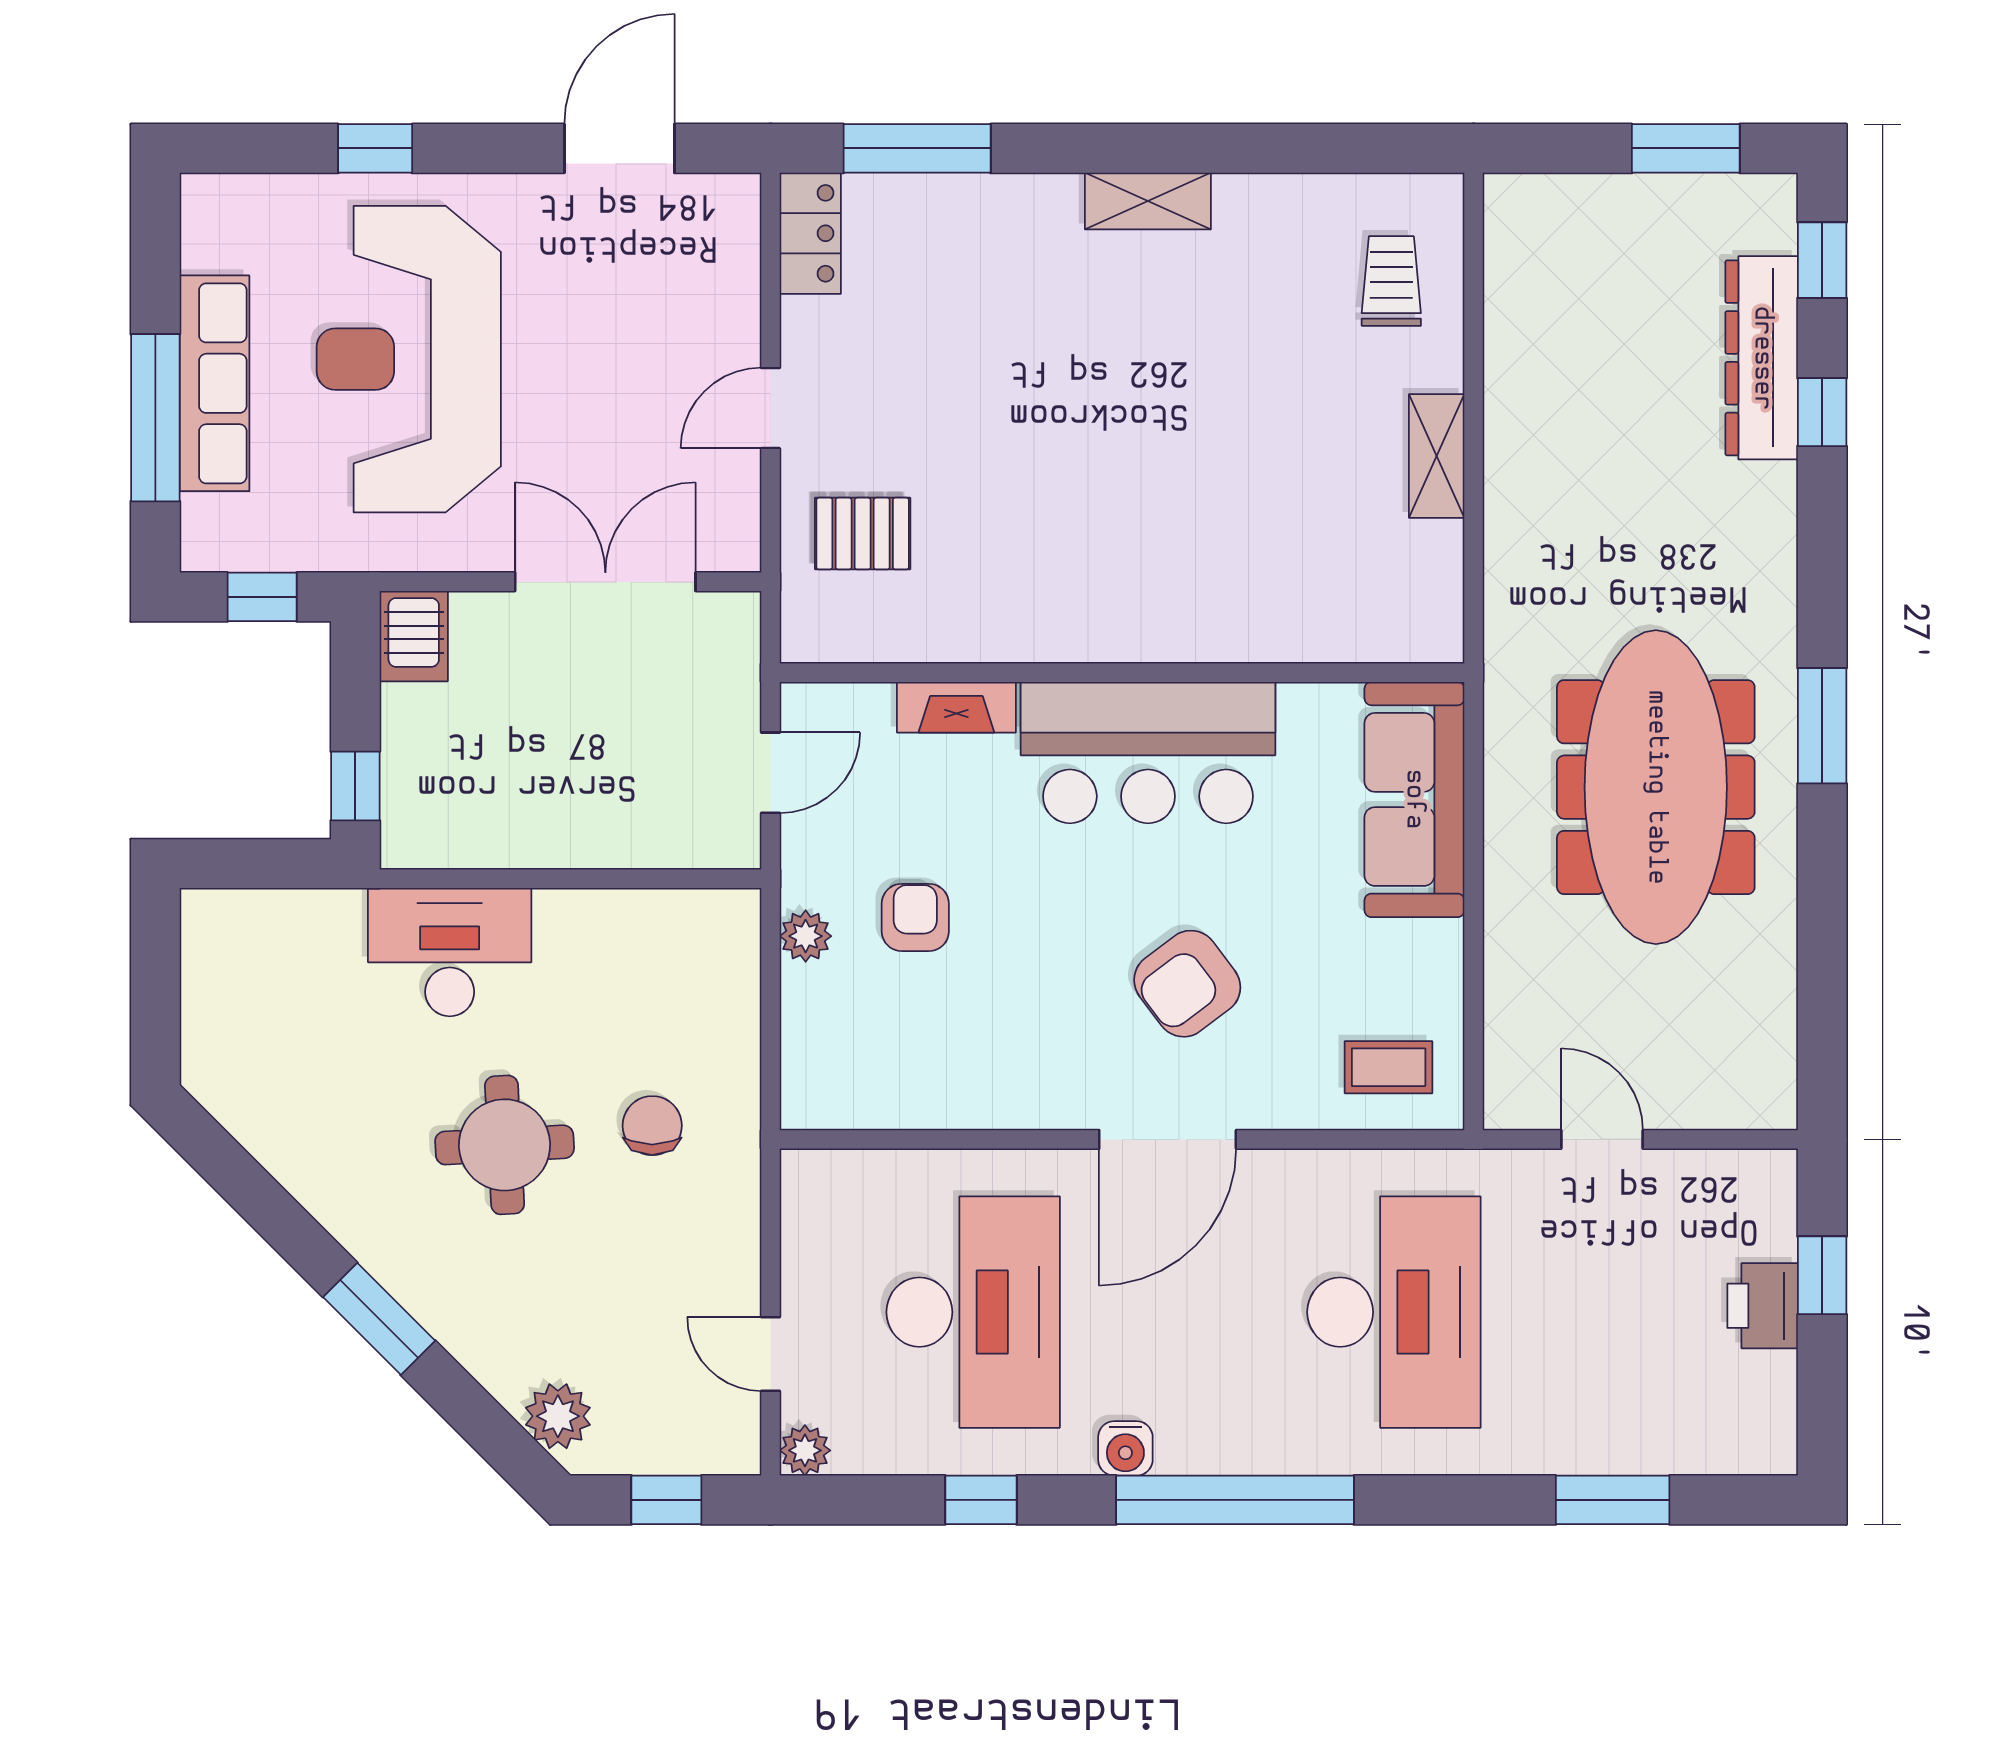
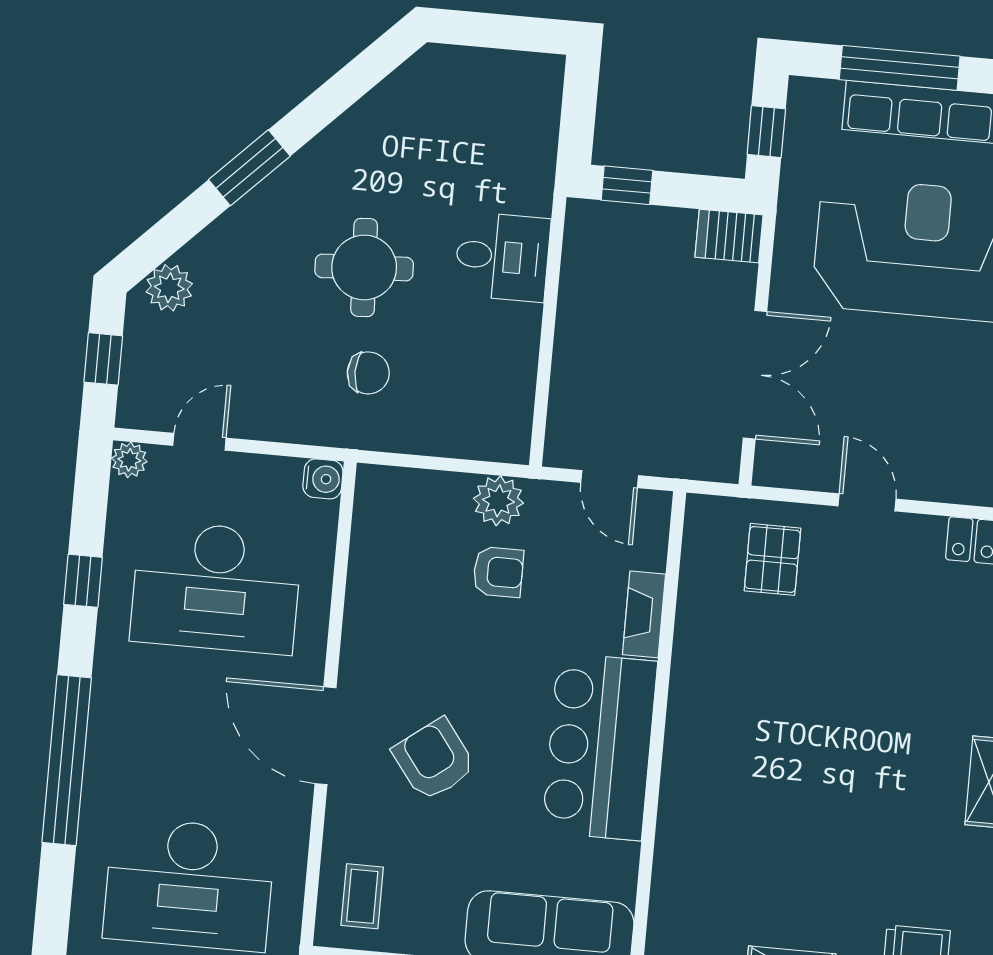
plant: (806, 936) -> (498, 501), width x1.38, depth x1.38
desk: (450, 952) -> (502, 257), width x0.73
water cooler: (1125, 1448) -> (323, 479), moved, turned 180

